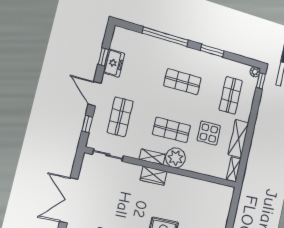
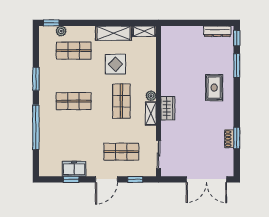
plant: (255, 72) -> (61, 31), moved
shop shelf: (182, 82) -> (74, 101), turned 90
plant: (176, 158) -> (151, 96), width x0.53, depth x0.53

